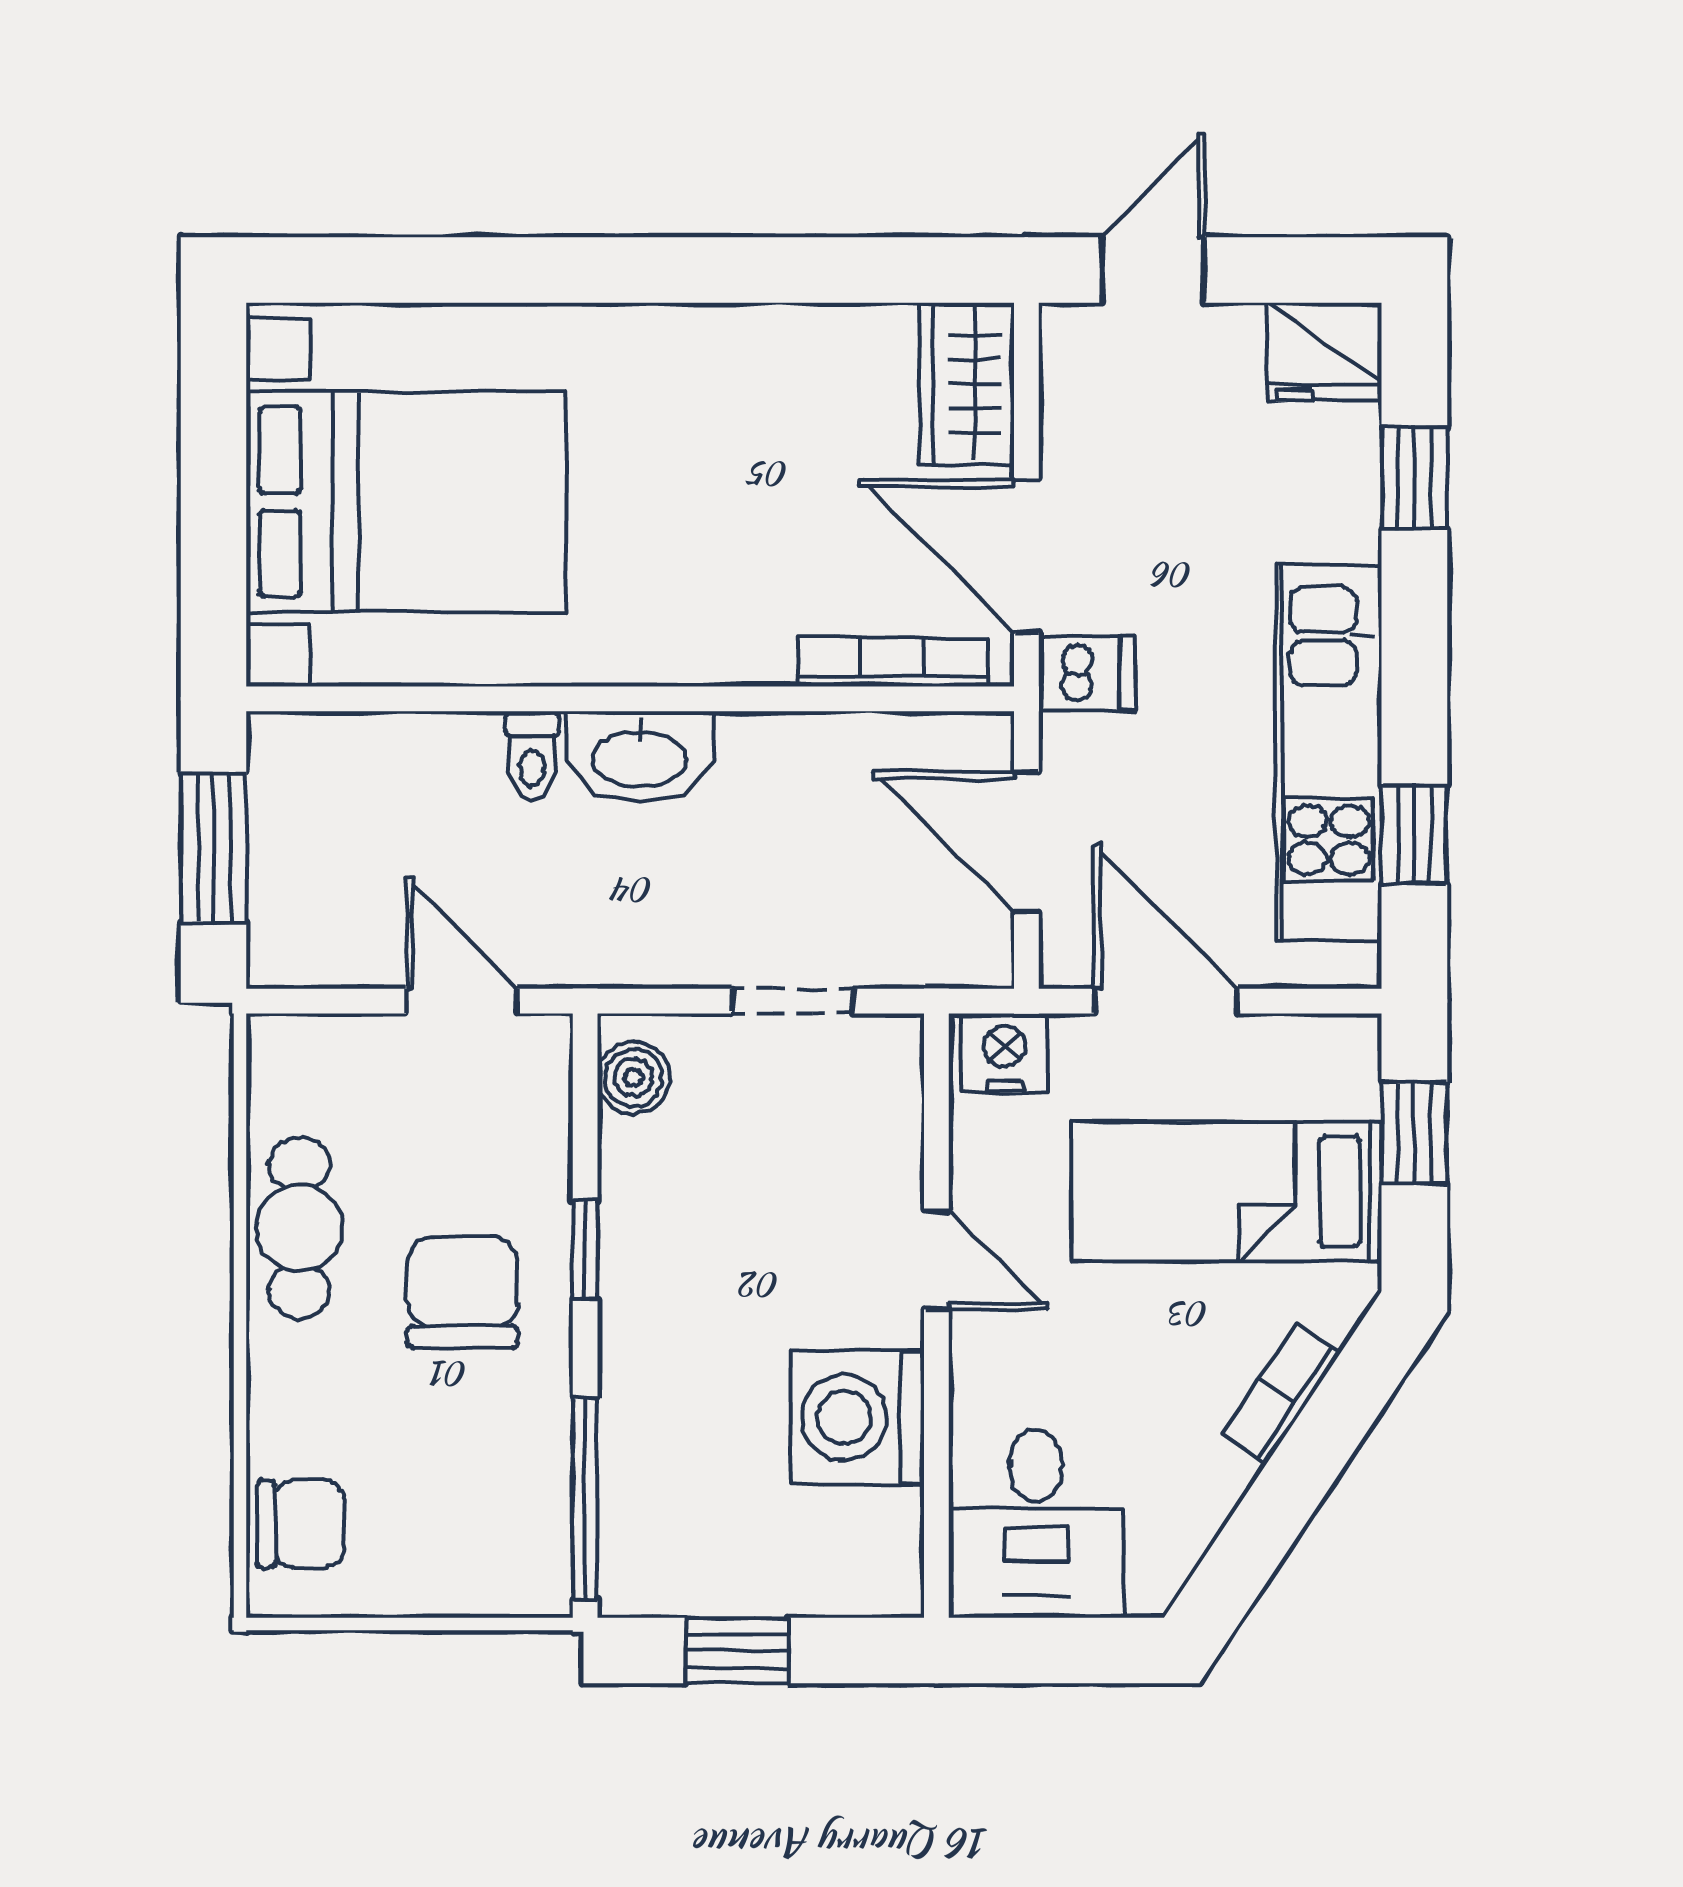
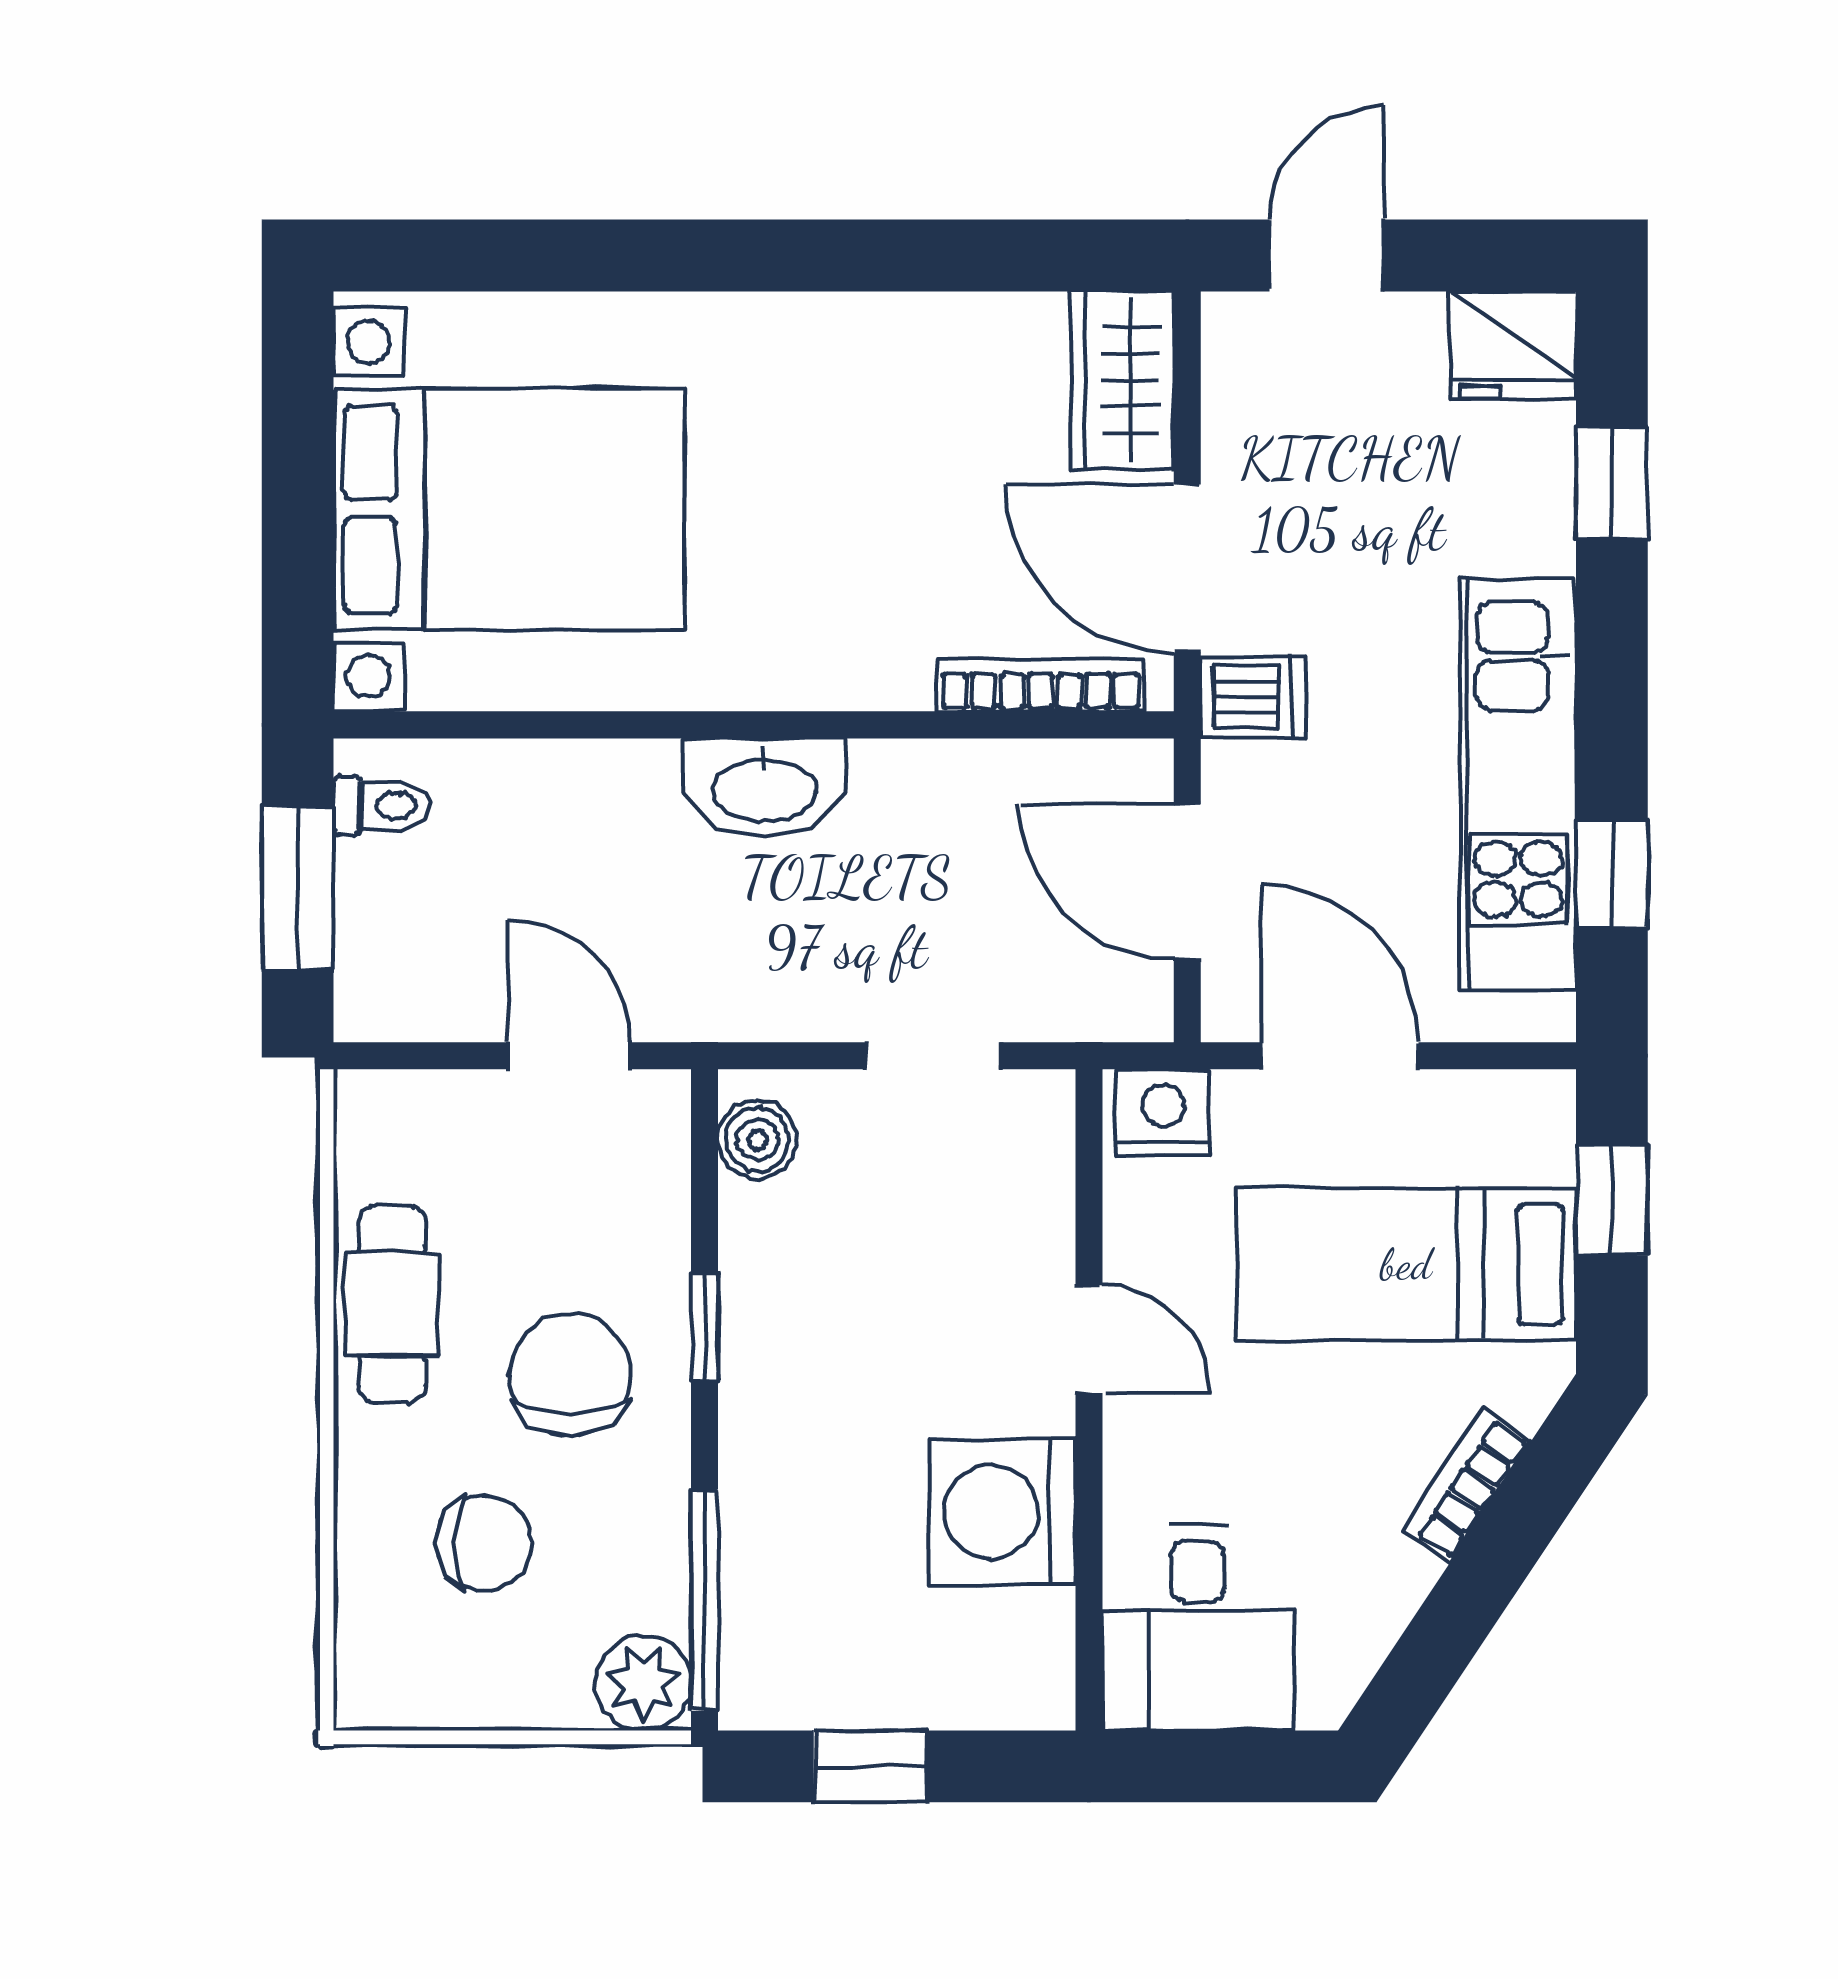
toilet: (532, 756) -> (382, 806), moved, turned -90
chair: (301, 1524) -> (484, 1543), moved
plant: (529, 1574) -> (643, 1683), added

